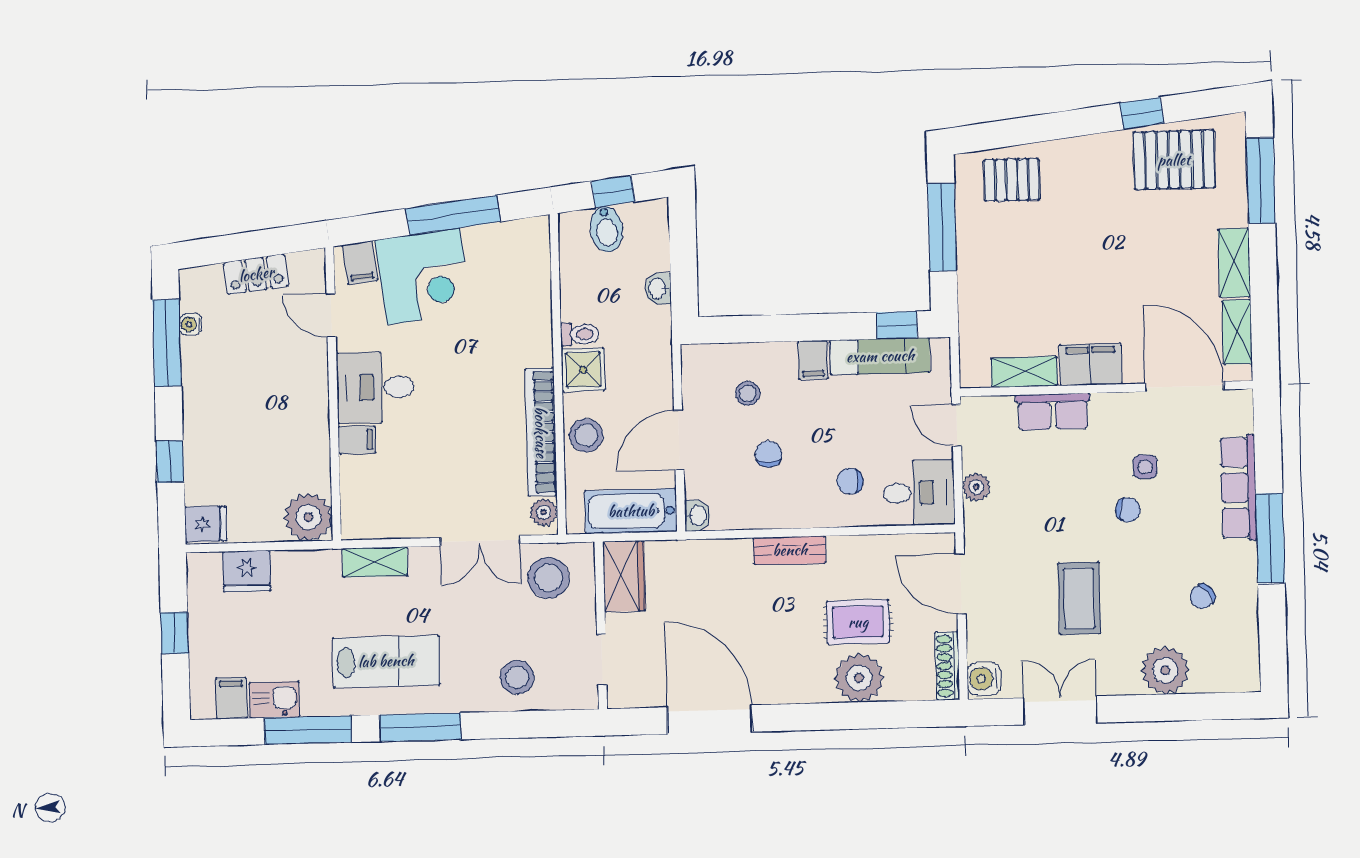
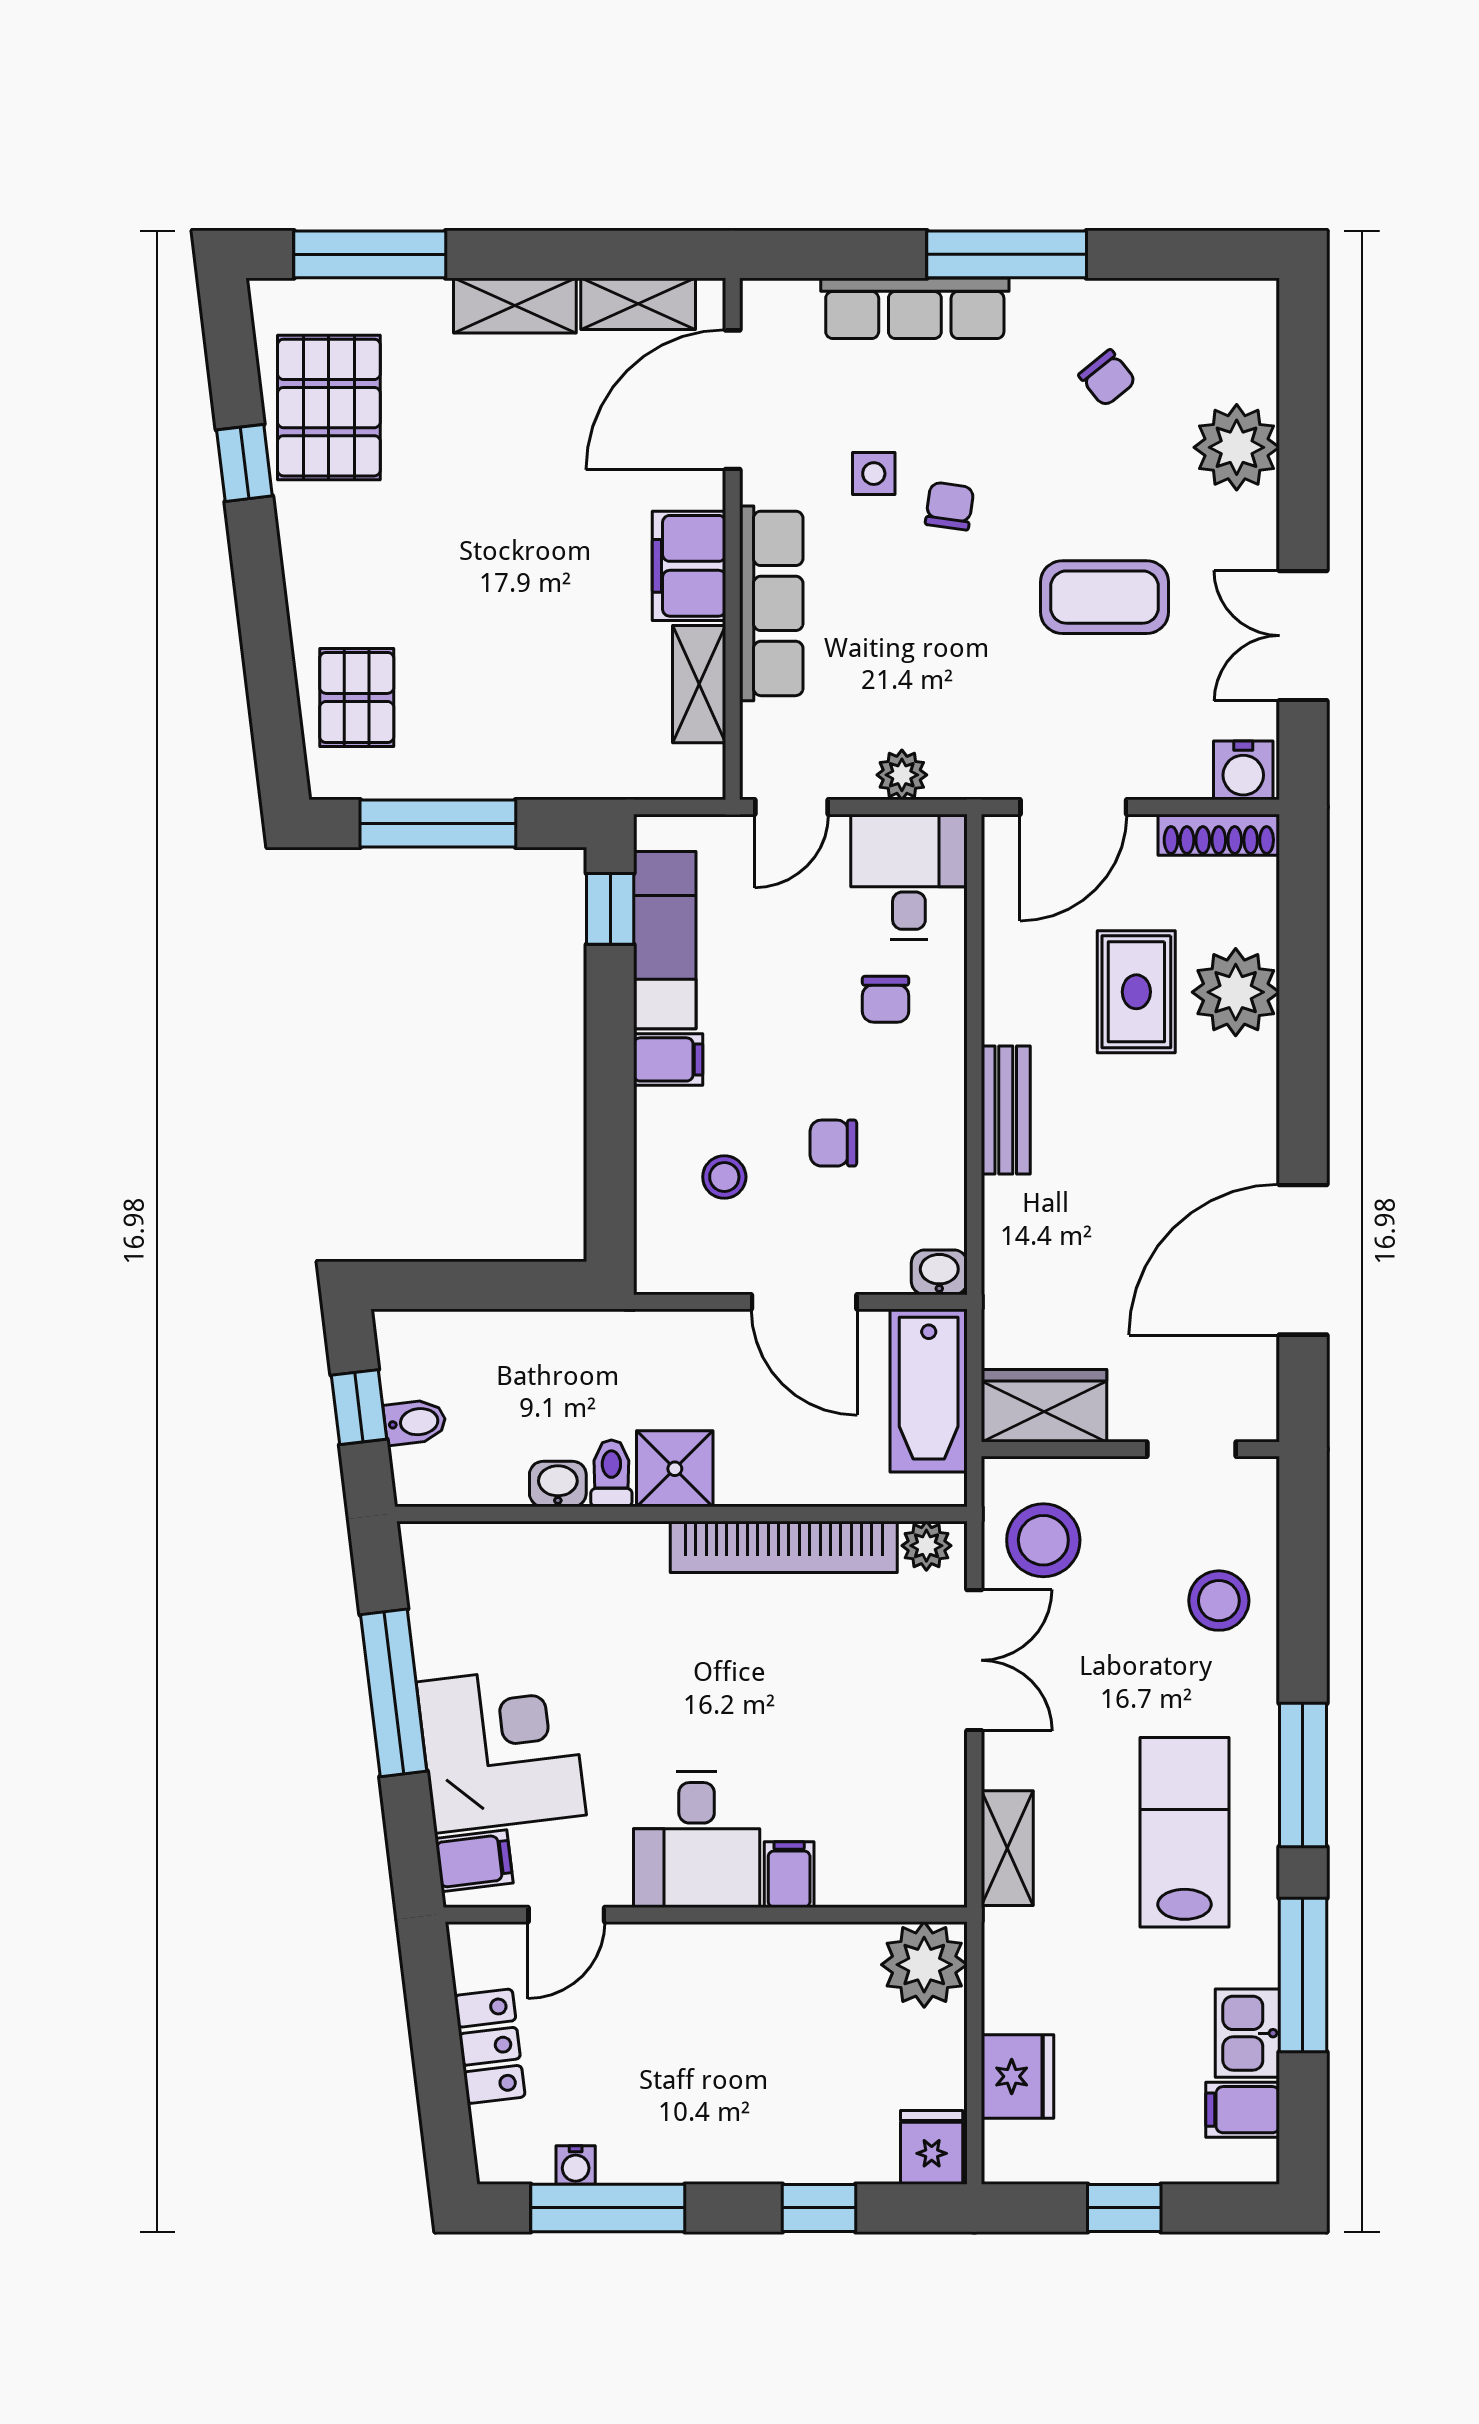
bidet: (606, 229) -> (415, 1422), width x0.72, depth x0.74
washbasin: (658, 289) -> (558, 1484), moved, turned 180
row of seats: (1053, 412) -> (771, 603), width x1.48
stool: (586, 435) -> (792, 1466), removed

